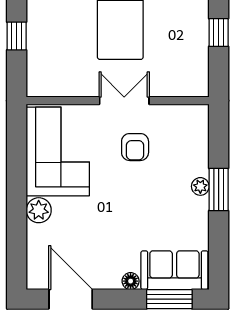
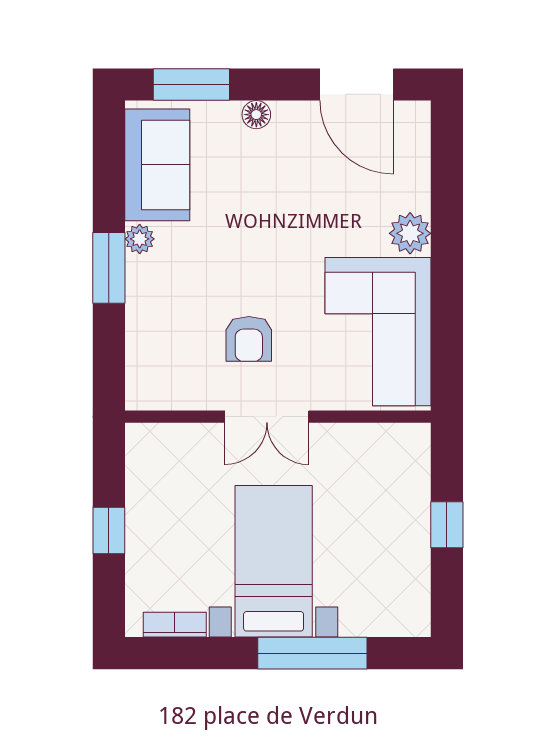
armchair: (135, 147) -> (249, 339), turned 180
plant: (200, 186) -> (140, 239), moved
sofa: (174, 270) -> (157, 165), moved, turned -90

